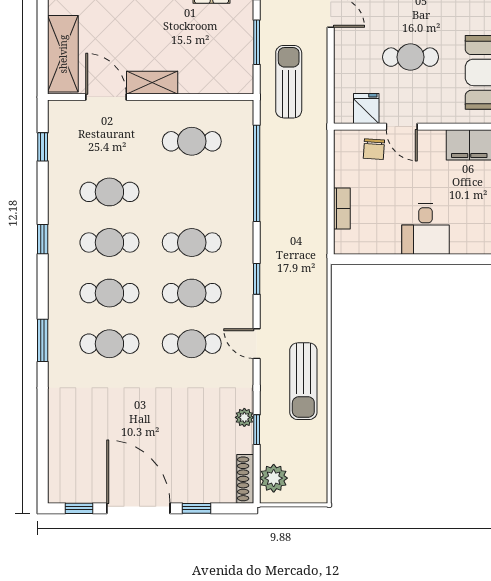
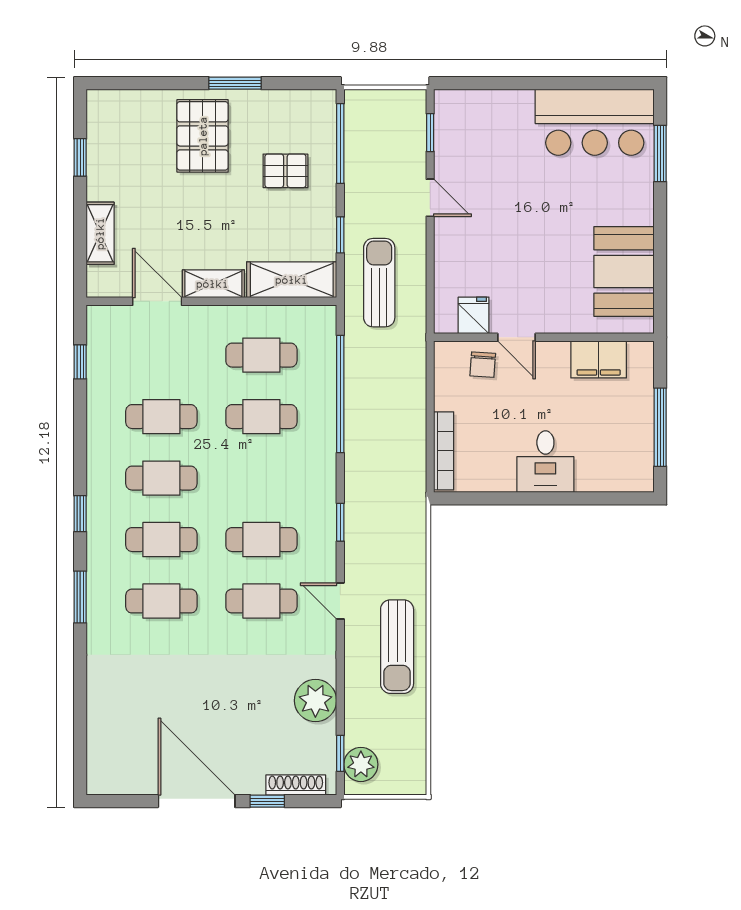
window: (257, 42) -> (340, 235), width x0.67
shelving: (63, 54) -> (100, 233), width x0.67, depth x0.75
cafe table: (411, 57) -> (527, 253), removed
shelving: (217, 79) -> (292, 280), added
bookcase: (342, 209) -> (444, 451), width x1.56
window: (43, 239) -> (80, 514), moved
cafe table: (192, 243) -> (261, 417), moved
plant: (244, 417) -> (315, 701), width x1.87, depth x1.87
window: (257, 430) -> (340, 753), moved
shoe rack: (245, 479) -> (296, 785), moved, turned 90
window: (79, 508) -> (125, 801), removed

